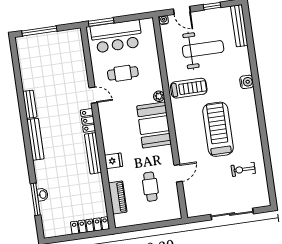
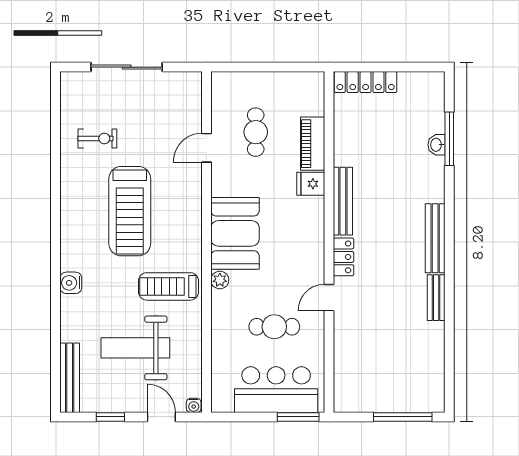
door: (93, 95) -> (329, 298), hinge flipped
piano: (118, 197) -> (313, 144), moved

